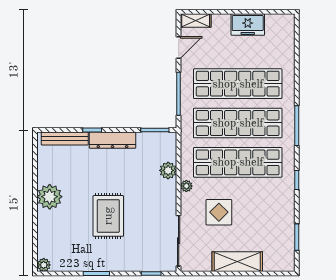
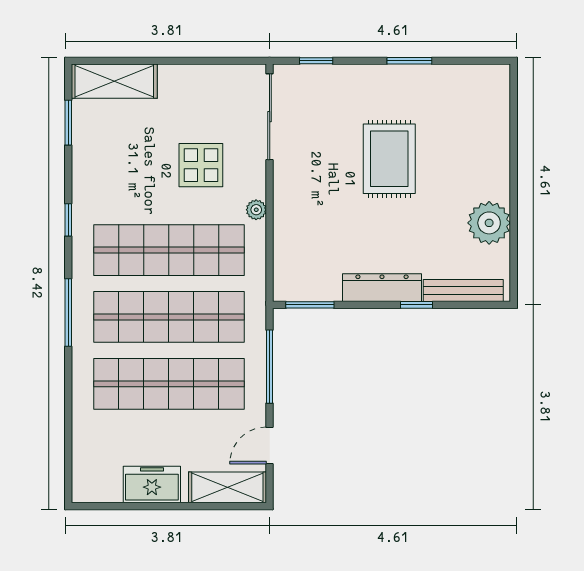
shelving: (196, 21) -> (227, 487), width x1.50, depth x1.33
plant: (168, 170) -> (287, 236), removed
plant: (50, 197) -> (489, 223), moved
shelving: (237, 262) -> (114, 81), moved
plant: (44, 265) -> (499, 75), removed

